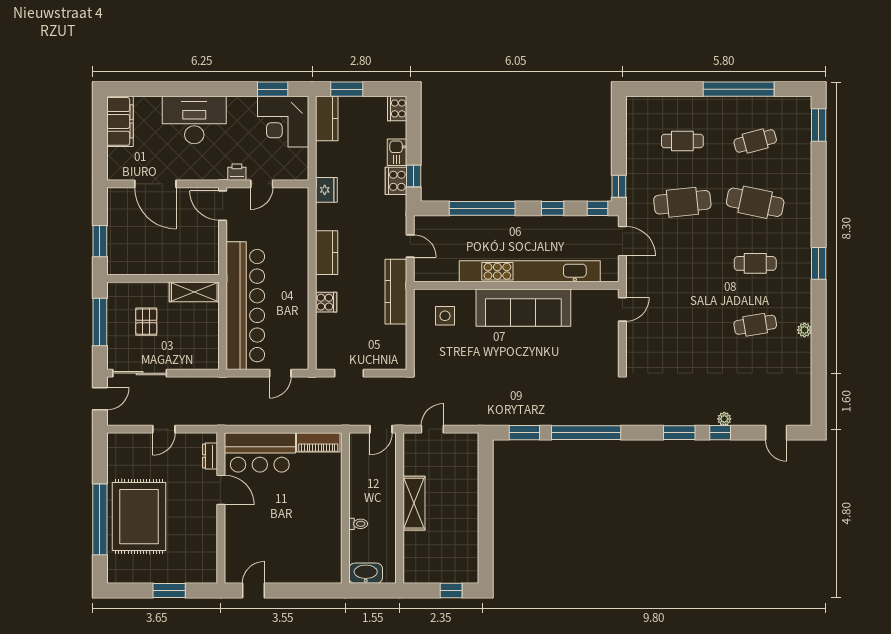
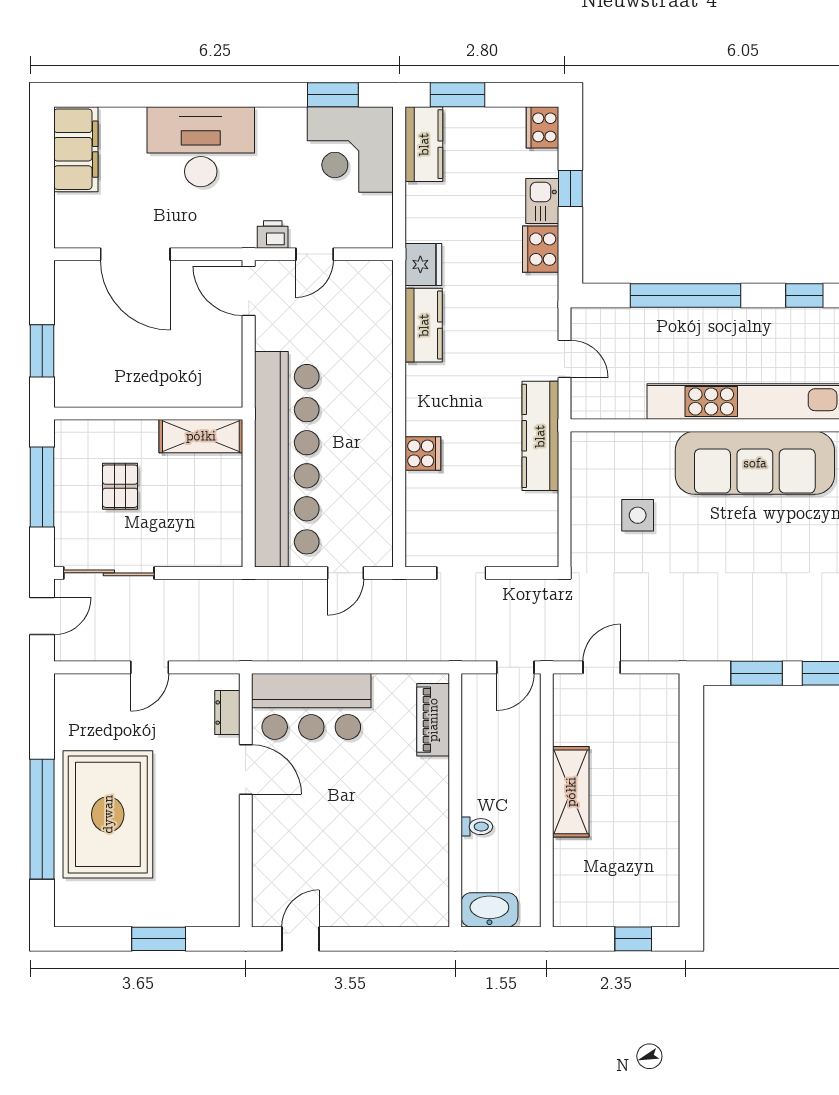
window: (414, 176) -> (570, 188), moved
kitchen counter: (327, 253) -> (424, 325), moved
side table: (445, 316) -> (638, 515), moved
piano: (318, 442) -> (433, 720), moved, turned 90

